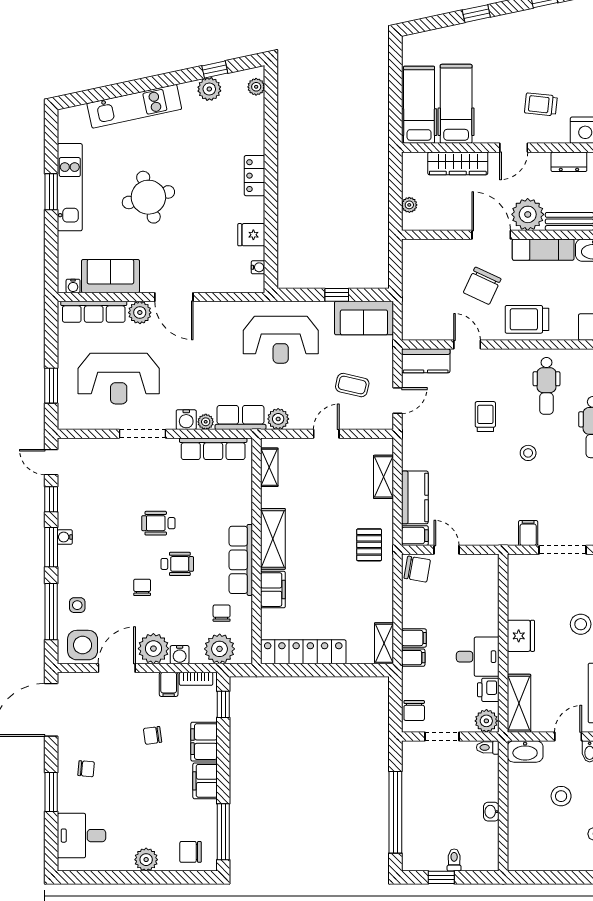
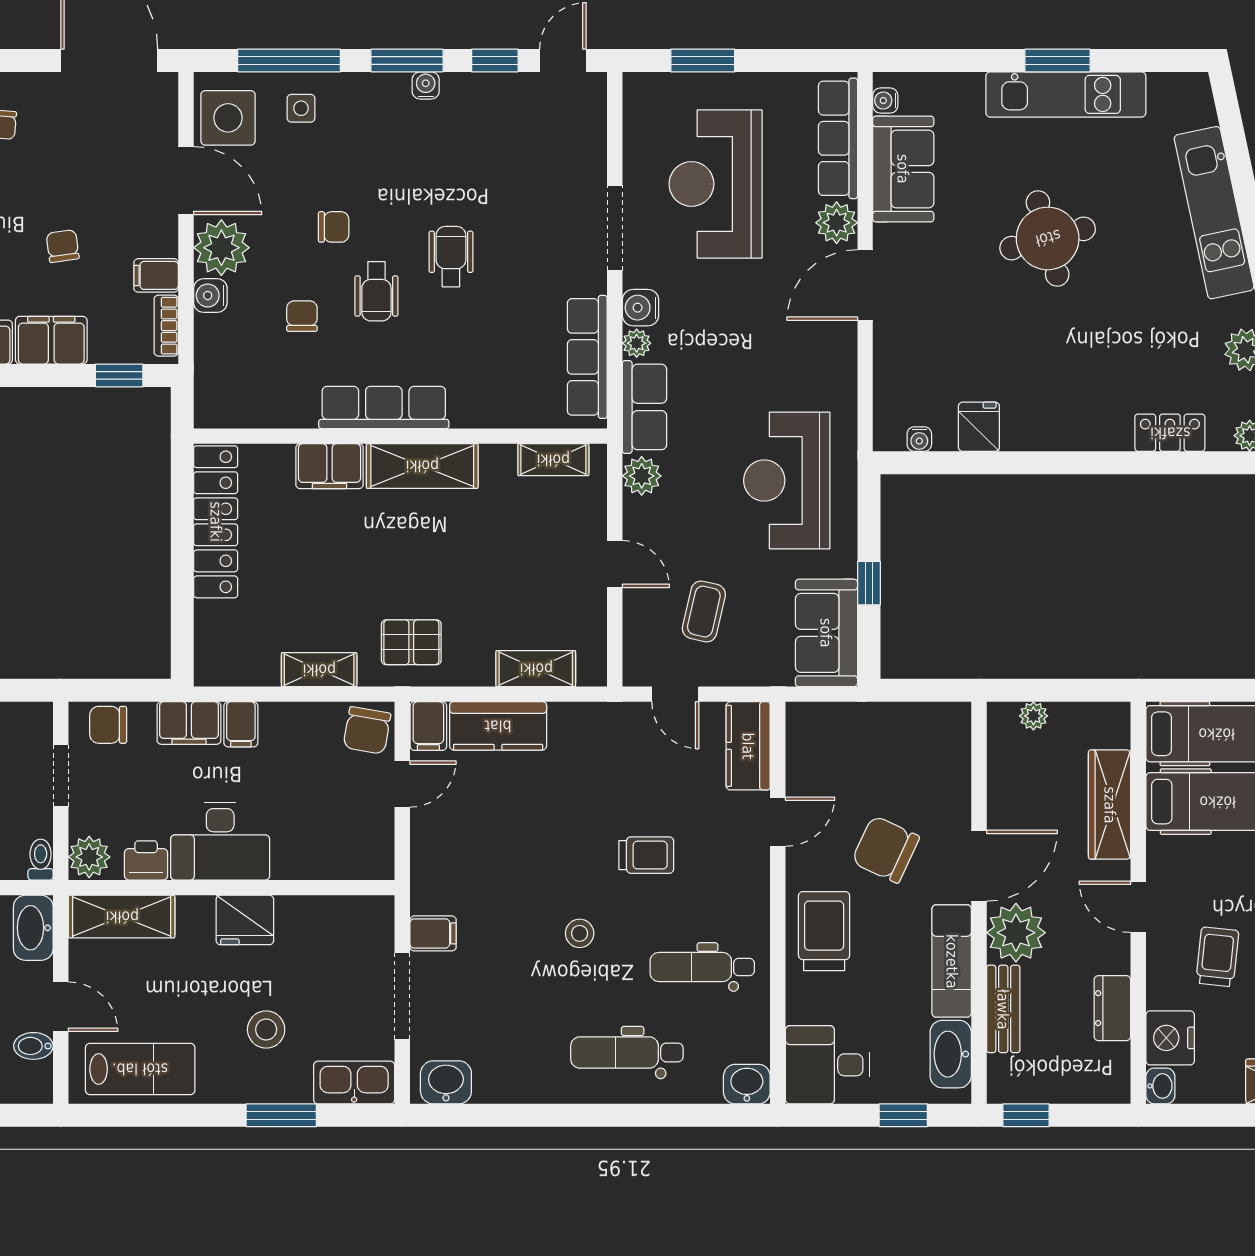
locker: (255, 176) -> (1170, 433), moved
chair: (222, 613) -> (302, 316), moved, turned -90
shelving: (384, 643) -> (319, 670), moved
plant: (220, 649) -> (221, 369), removed
desk: (478, 657) -> (220, 841), width x1.37
filing cabinet: (413, 658) -> (189, 723), width x2.00

